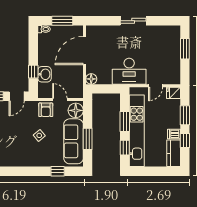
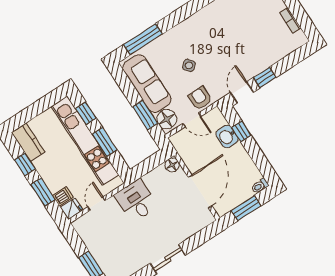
desk: (129, 71) -> (136, 201), width x0.73
dishwasher: (174, 134) -> (63, 196), moved
window: (88, 139) -> (145, 115), moved
window: (58, 171) -> (143, 39), width x2.17

